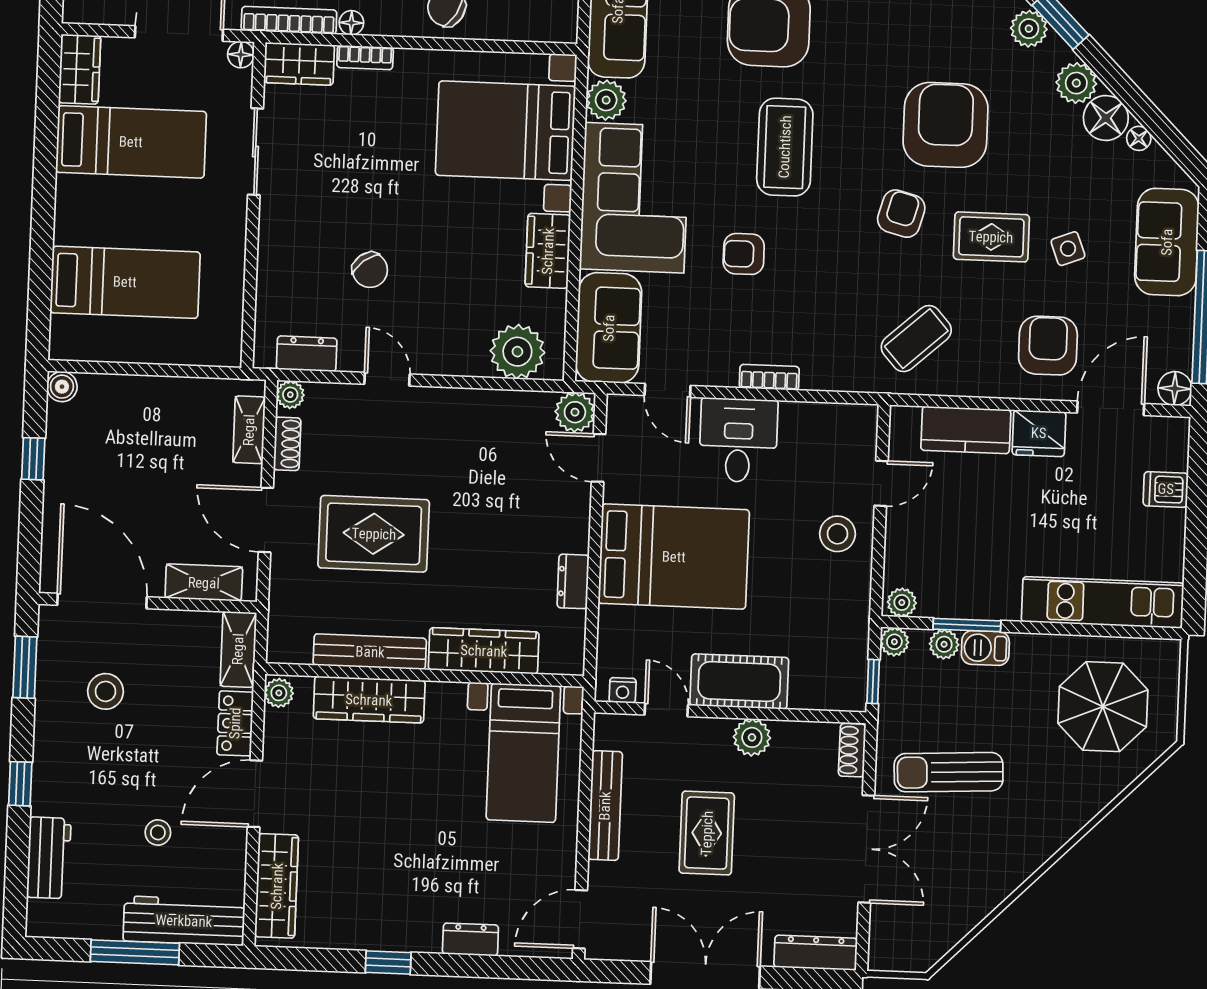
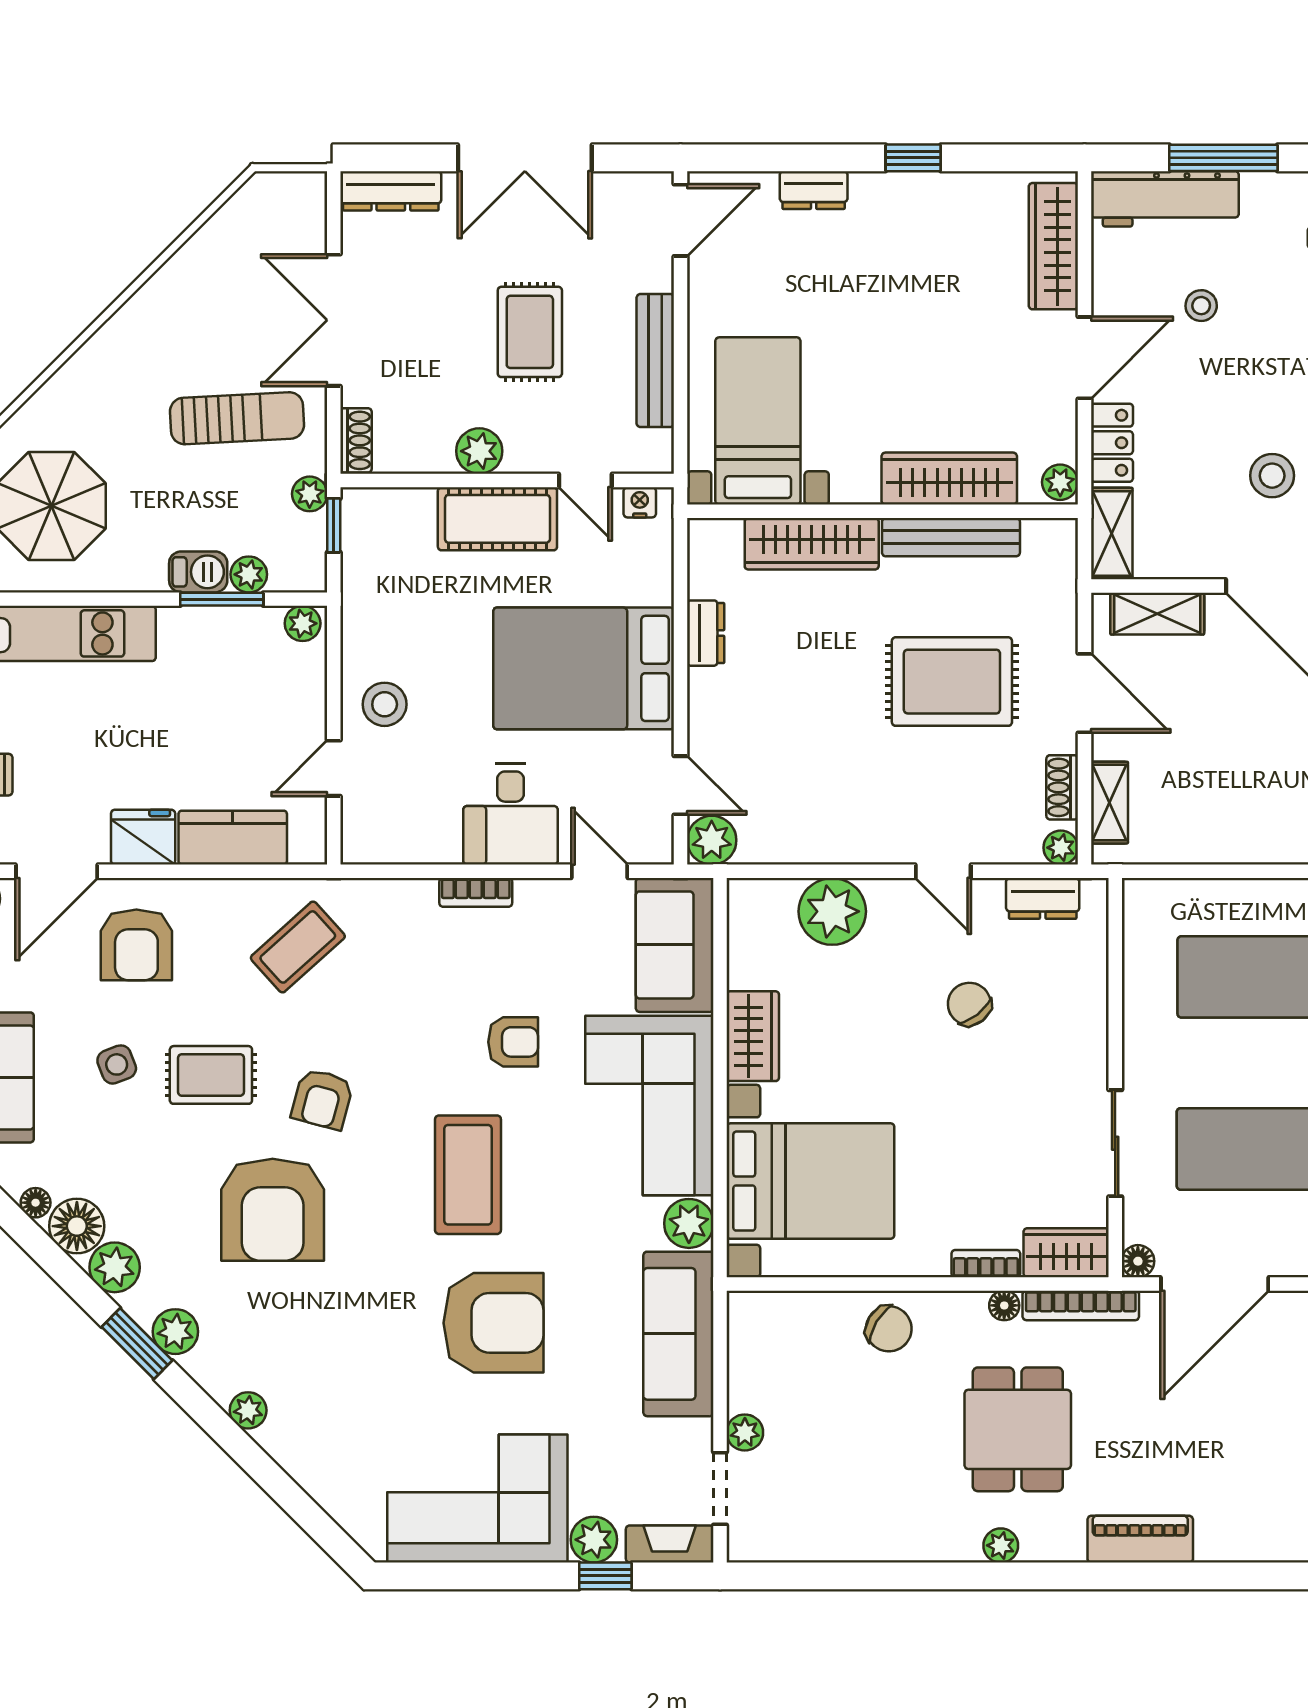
plant: (517, 352) -> (832, 911), moved
plant: (894, 642) -> (310, 494), moved

